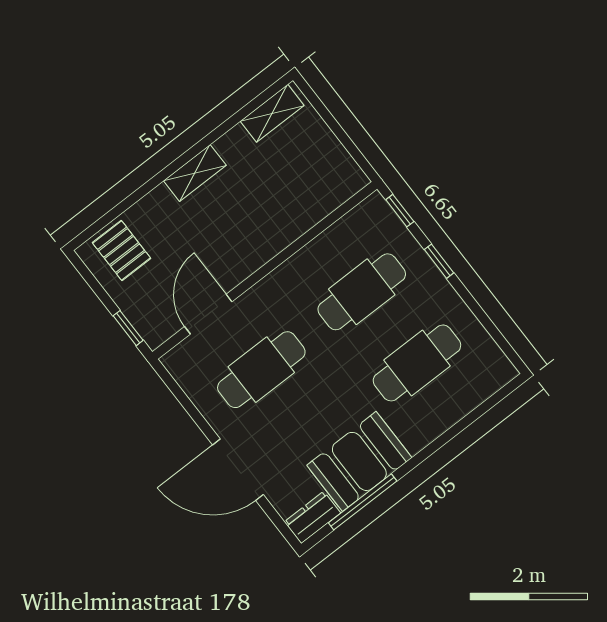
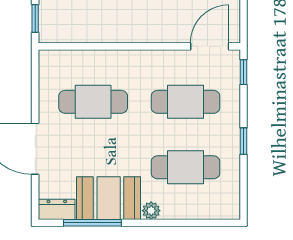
window: (439, 261) -> (244, 141), moved
door: (208, 314) -> (210, 46), moved
plant: (416, 439) -> (151, 211), added

